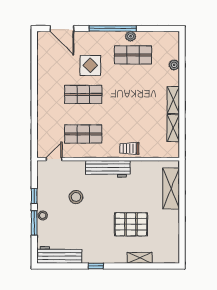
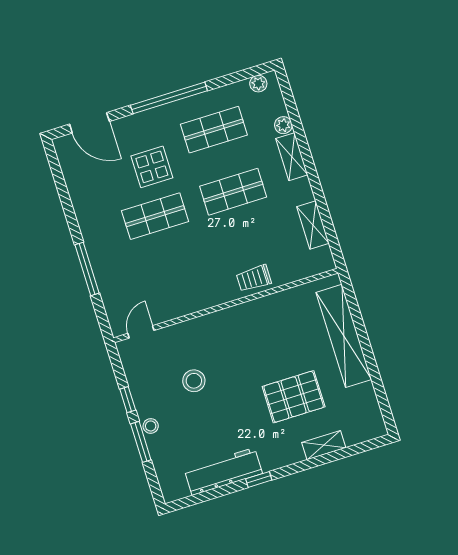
plant: (131, 36) -> (258, 84), moved
shelving: (173, 100) -> (292, 157), moved
window: (34, 113) -> (87, 269), added
shop shelf: (83, 134) -> (233, 192), moved
workbench: (108, 169) -> (230, 321), removed
shelving: (171, 188) -> (344, 336), width x1.47
workbench: (59, 255) -> (223, 471), moved

